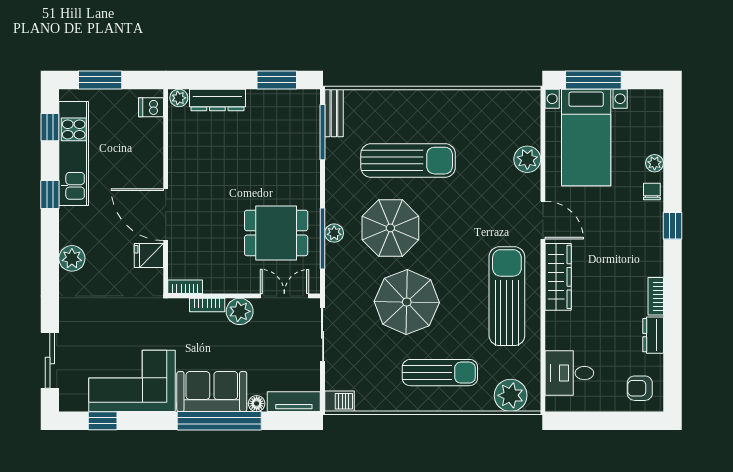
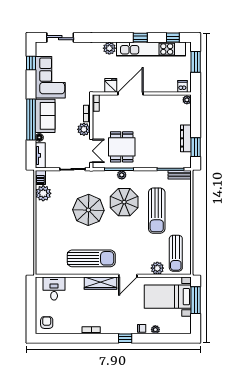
dresser: (217, 100) -> (186, 138), moved
kitchen unit: (74, 153) -> (151, 49), width x1.36
dresser: (653, 335) -> (72, 329), removed
sun lounger: (440, 373) -> (176, 253), moved
plant: (511, 395) -> (43, 193), moved

